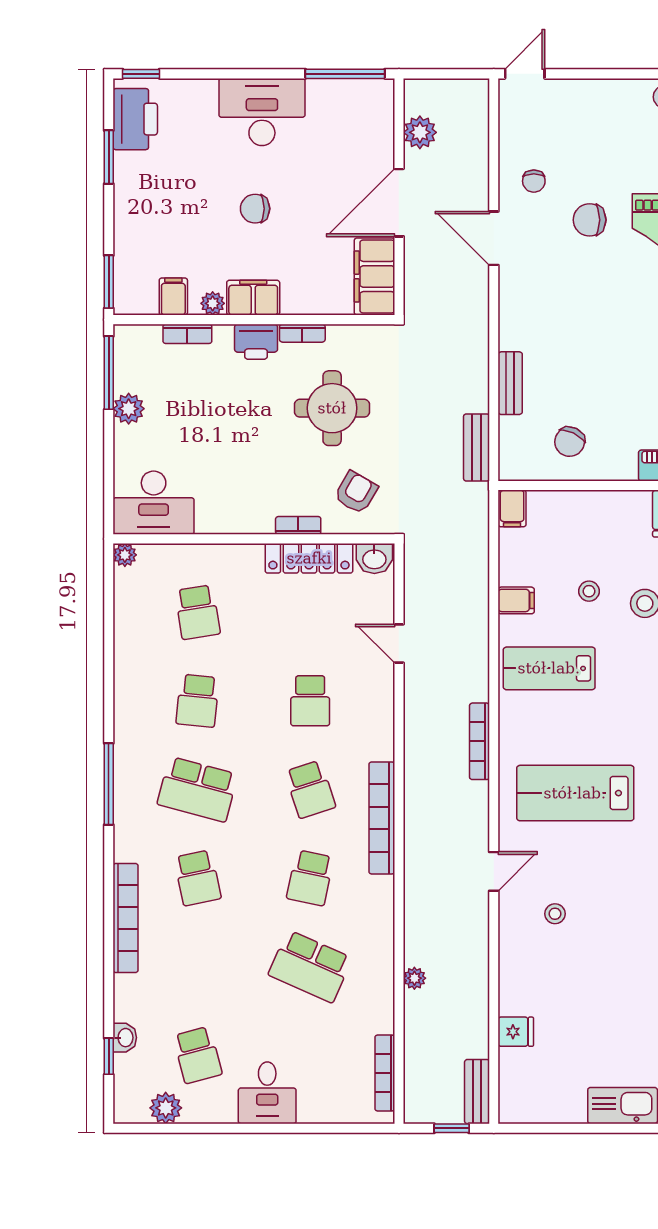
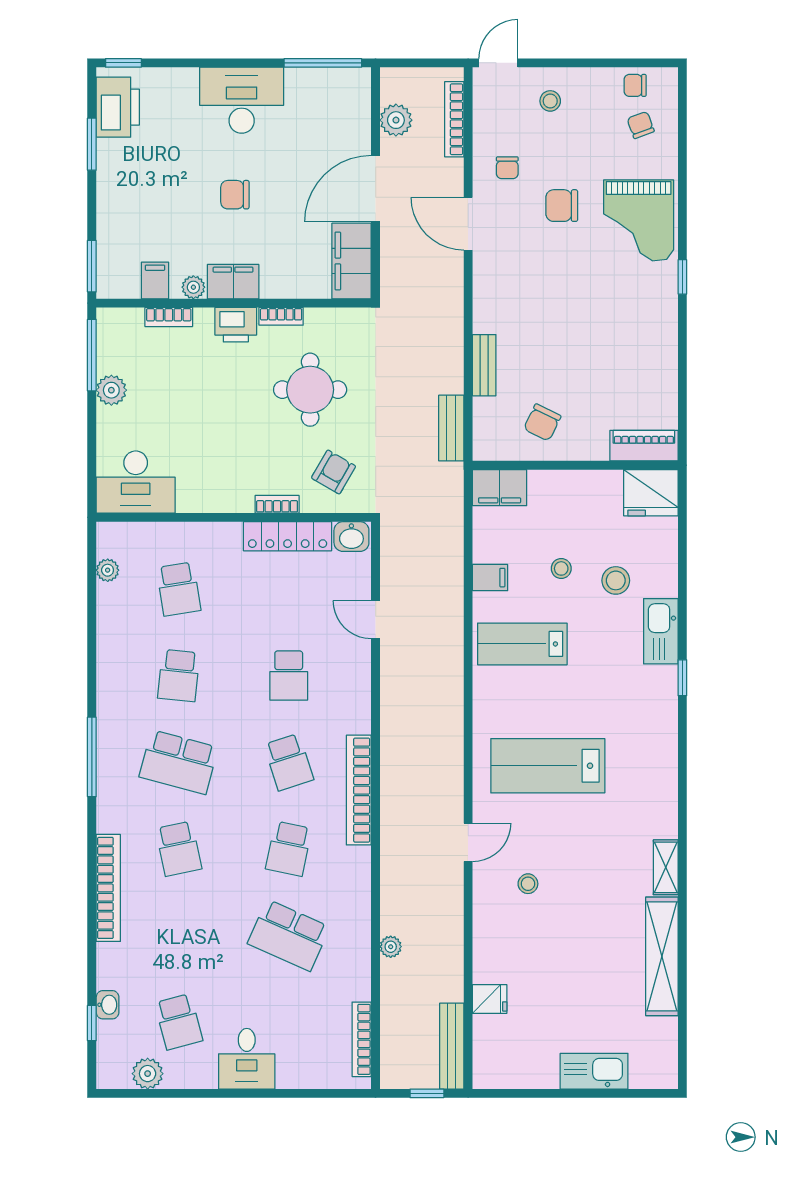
stool: (578, 113) -> (550, 101), added
filing cabinet: (512, 508) -> (500, 488), width x2.00
plant: (125, 555) -> (108, 570), moved
bookcase: (479, 741) -> (454, 119), moved
bench: (477, 1092) -> (452, 1046), width x1.36

